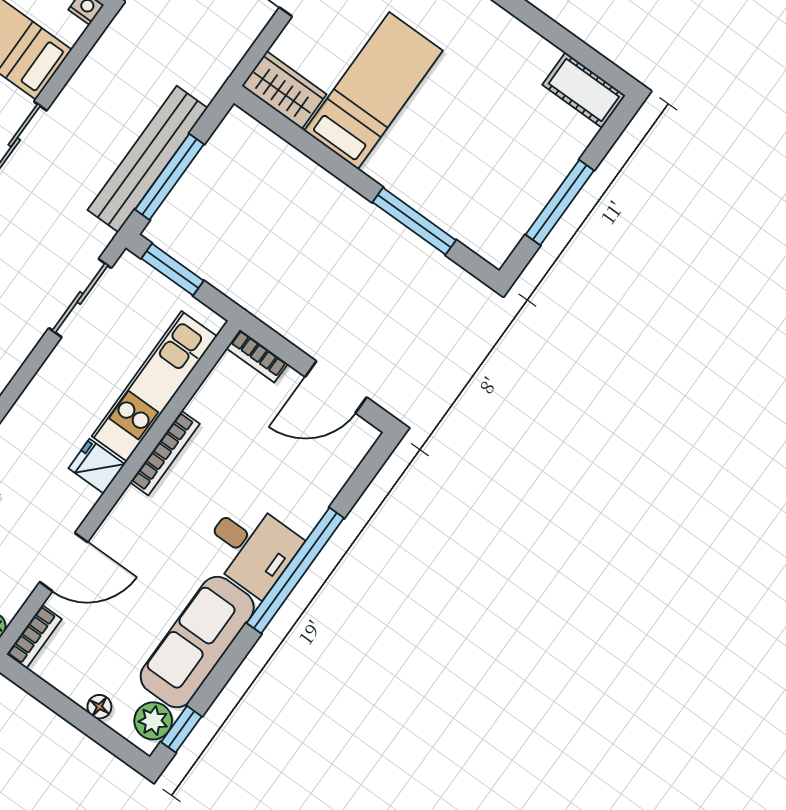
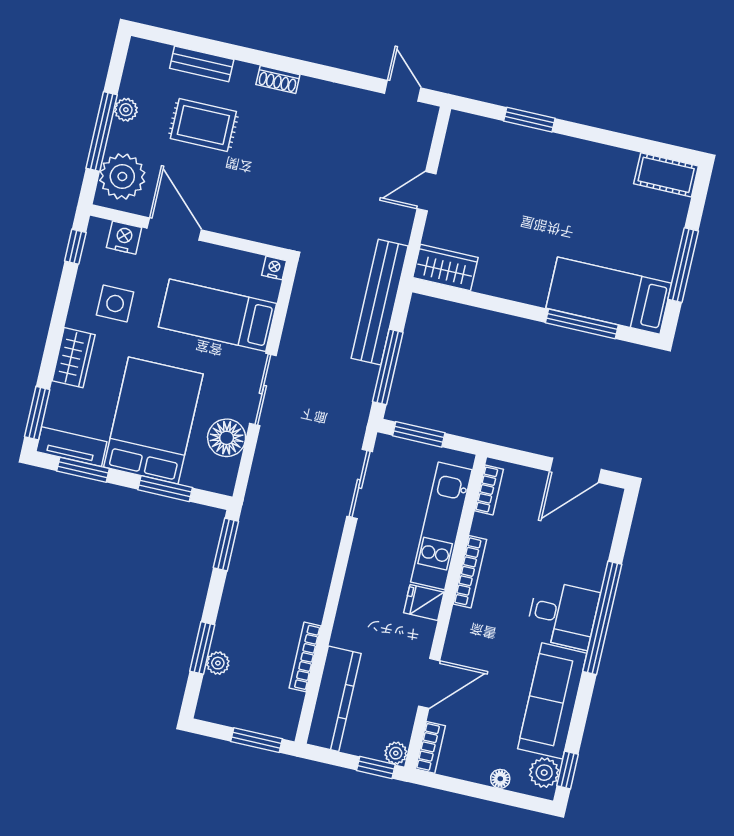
bed: (373, 91) -> (609, 296), moved, turned -90
bench: (148, 159) -> (380, 302), moved
bookcase: (257, 356) -> (489, 490), moved, turned -90

